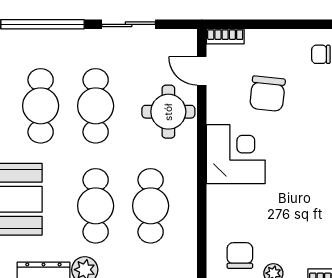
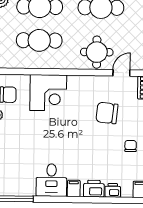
corner desk: (236, 154) -> (48, 93), moved

